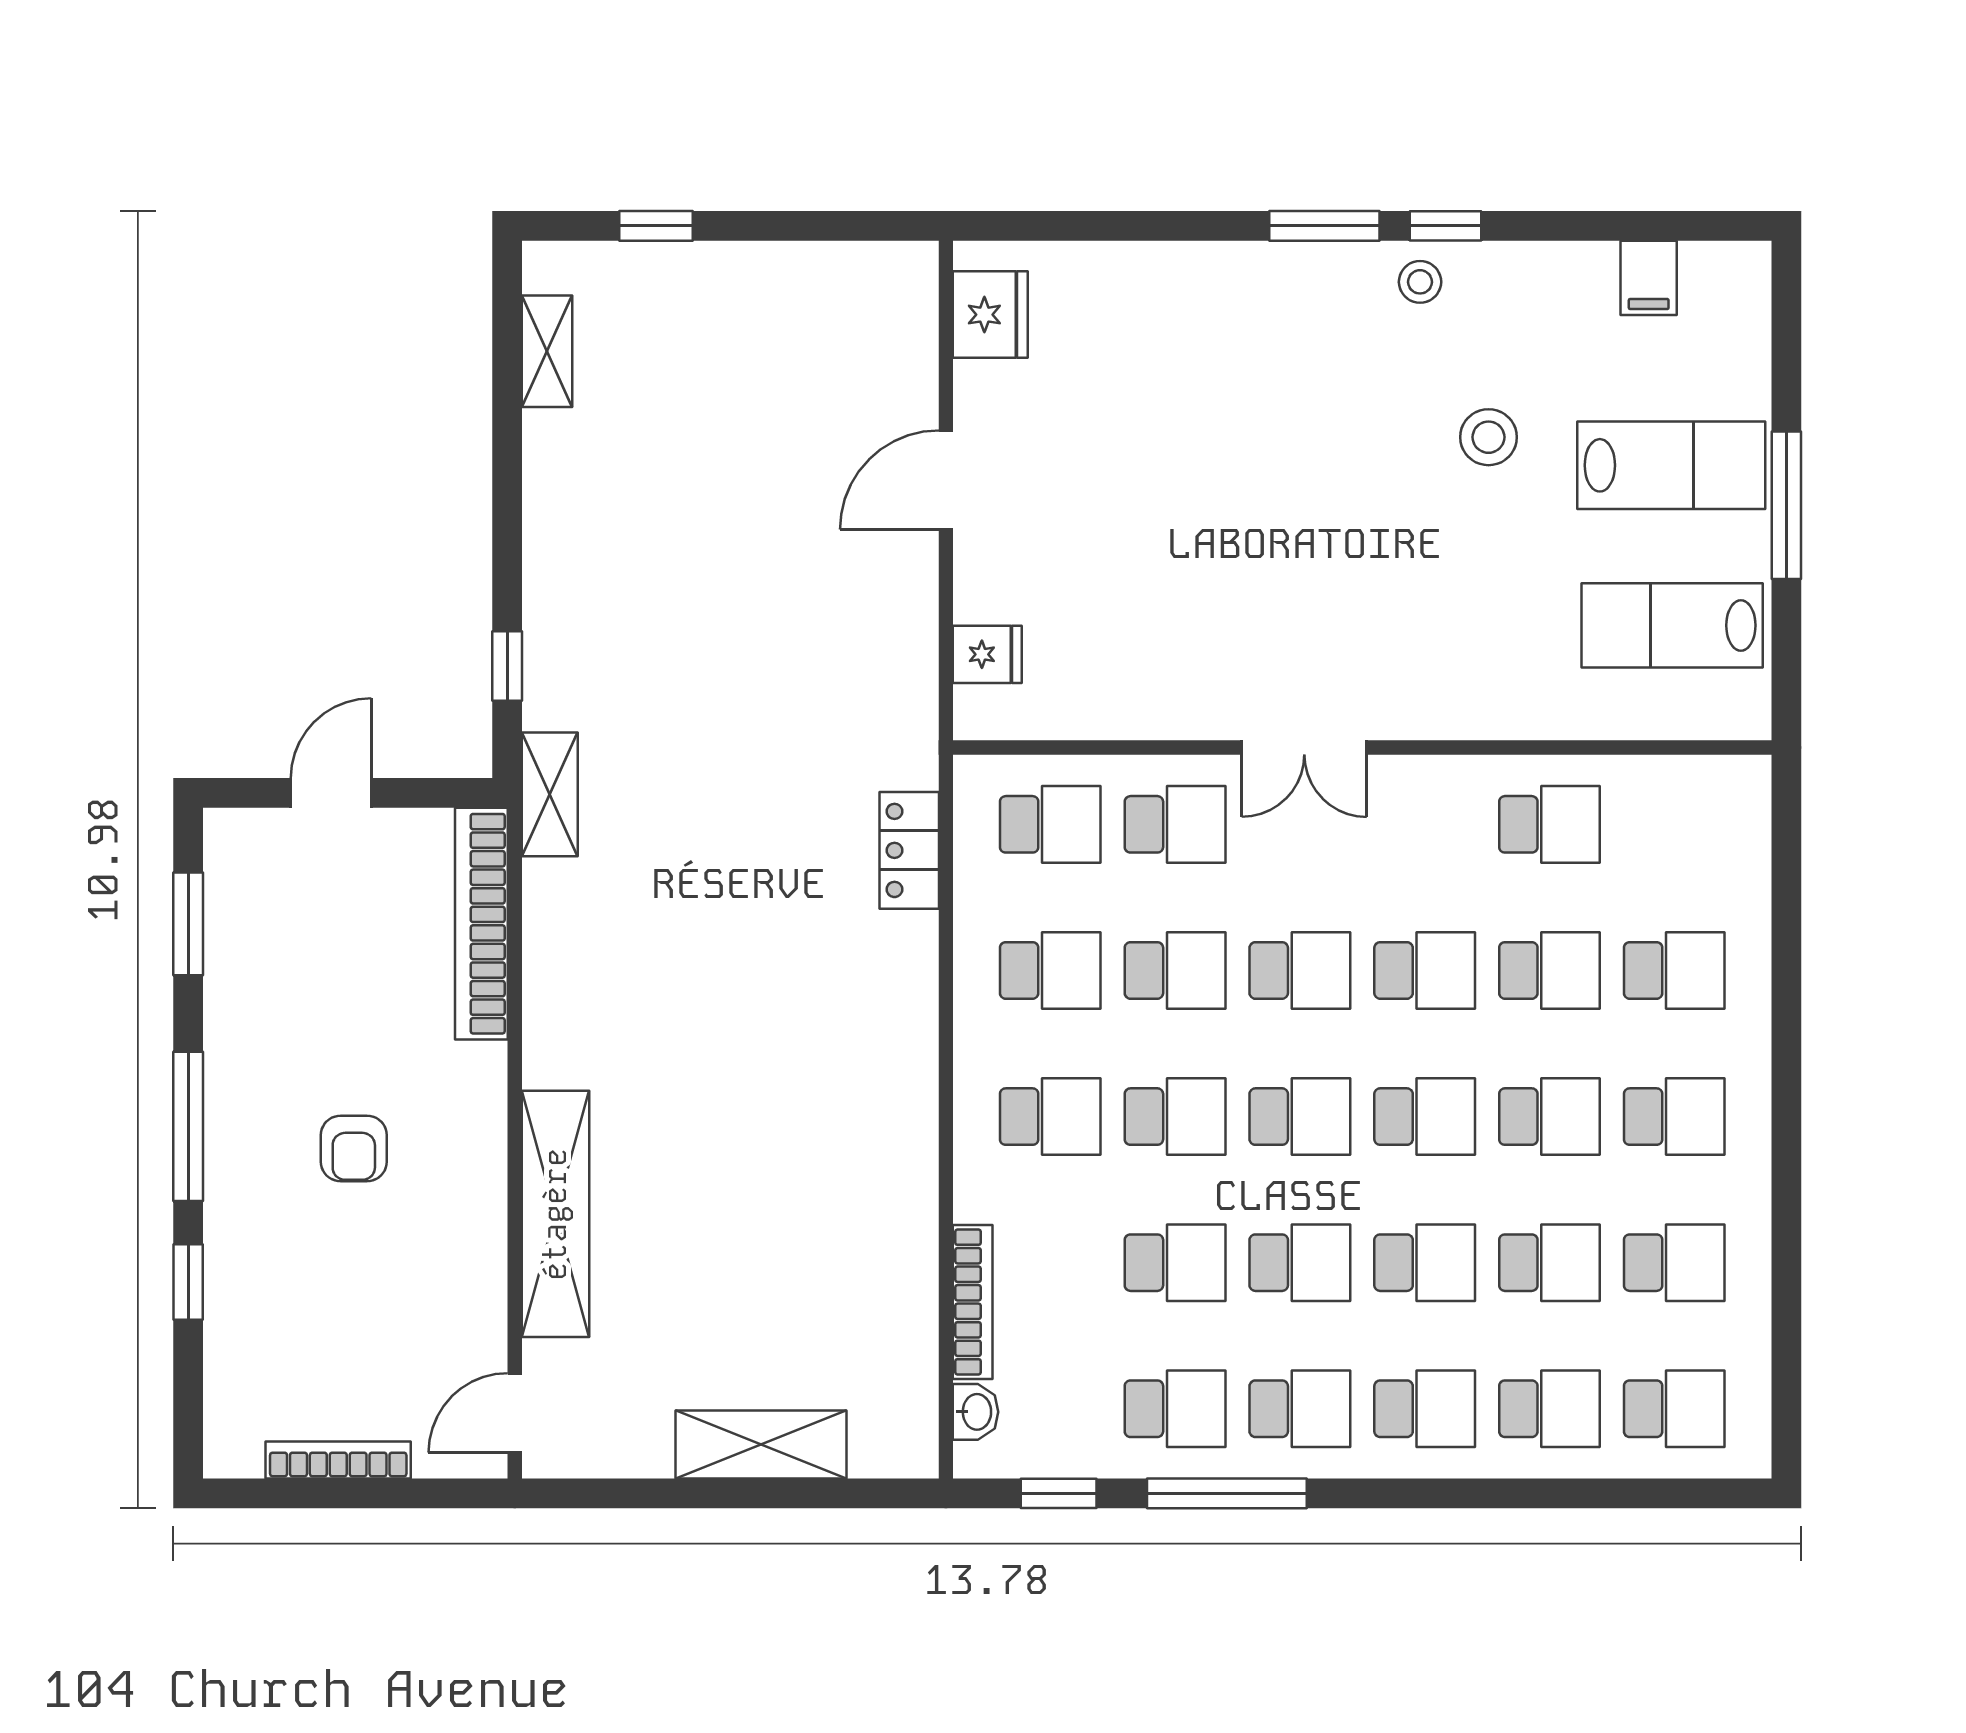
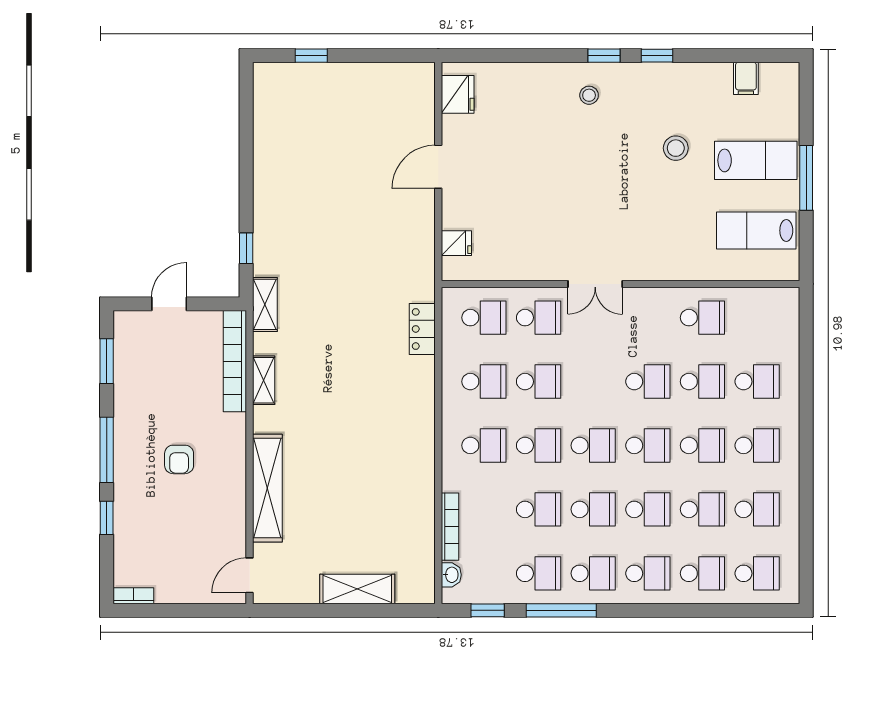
window: (1324, 226) -> (604, 56), width x0.67
stool: (1420, 282) -> (589, 95), moved
shelving: (547, 351) -> (264, 380), moved
school desk: (1300, 970) -> (593, 382), removed
bookcase: (338, 1460) -> (133, 596), moved, width x0.64

